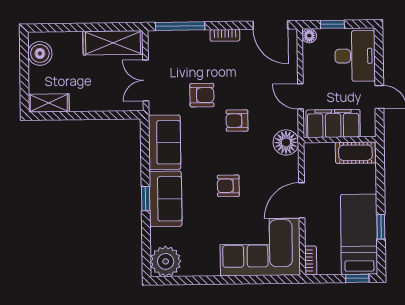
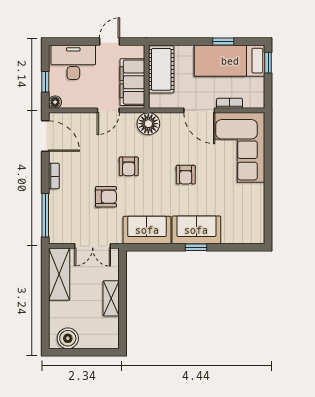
door: (270, 25) -> (45, 136), hinge flipped
armchair: (202, 95) -> (106, 197), turned 90
shelving: (49, 103) -> (111, 298), moved
cot: (355, 153) -> (161, 69), width x1.37, depth x1.34
bookcase: (311, 260) -> (230, 103), moved
plant: (166, 261) -> (251, 230), removed

